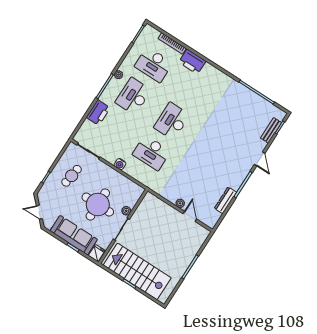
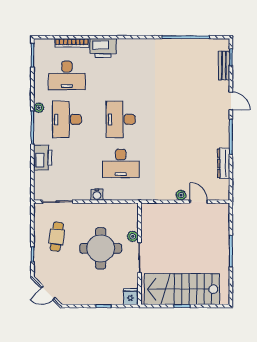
sofa: (74, 235) -> (96, 294), removed

